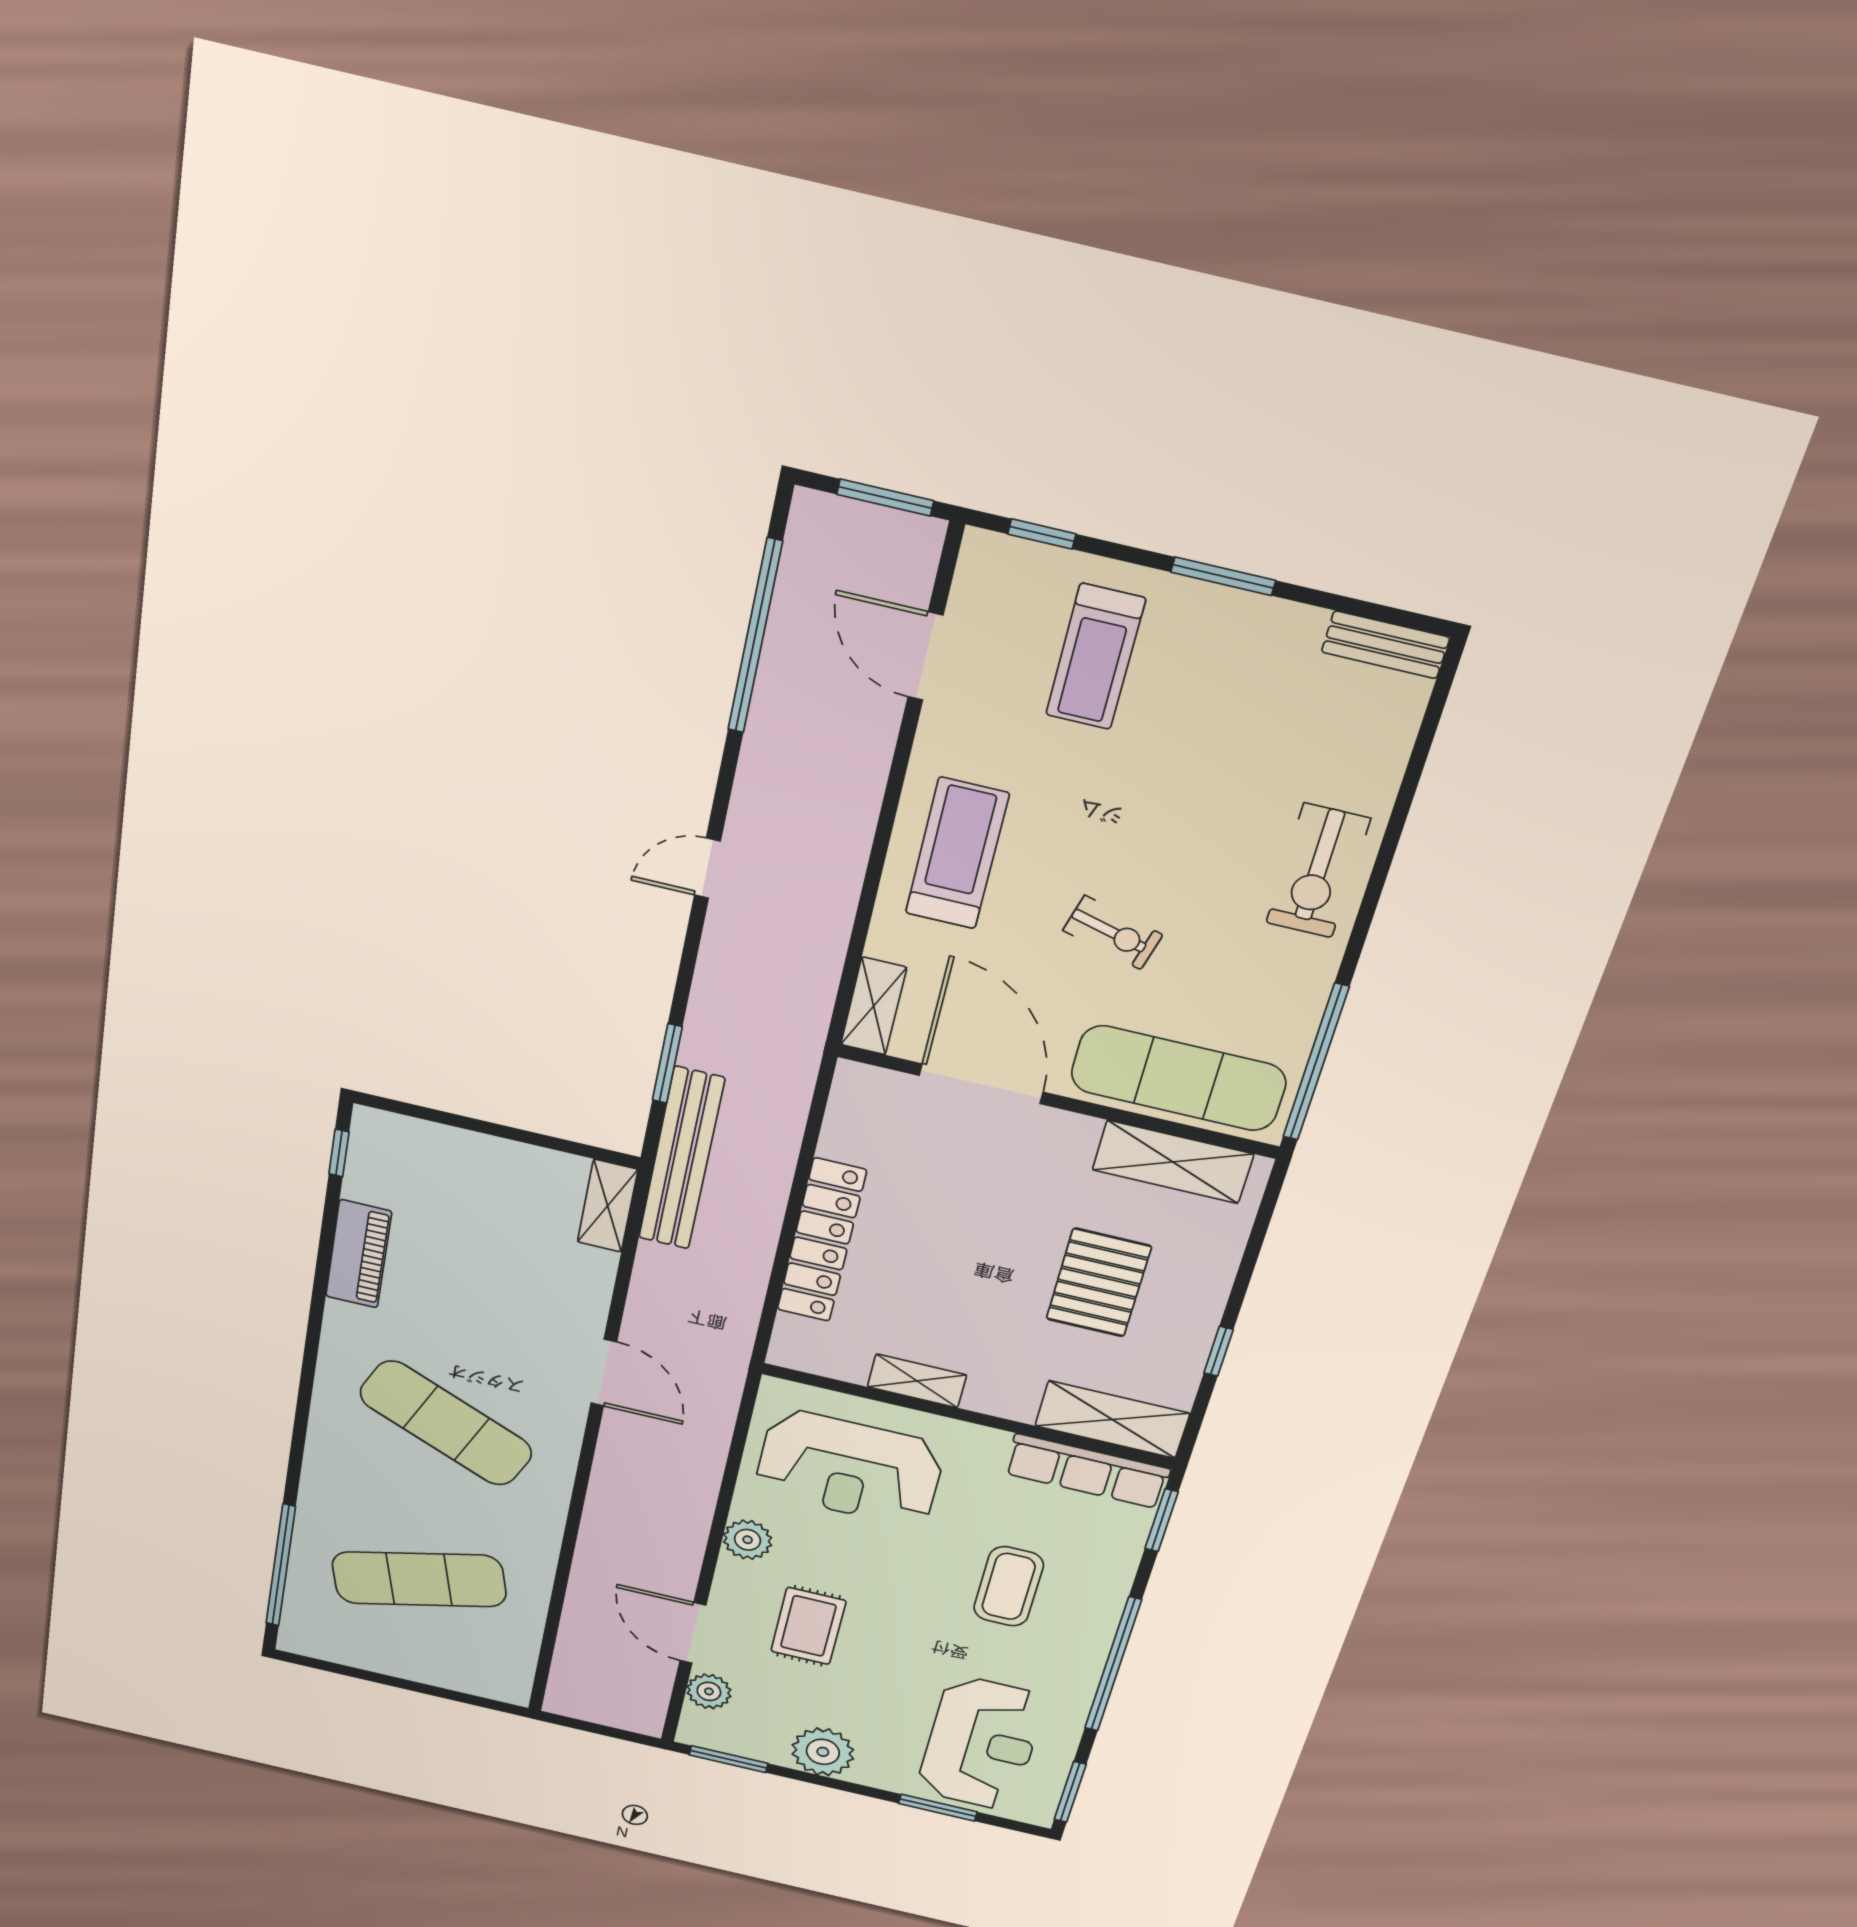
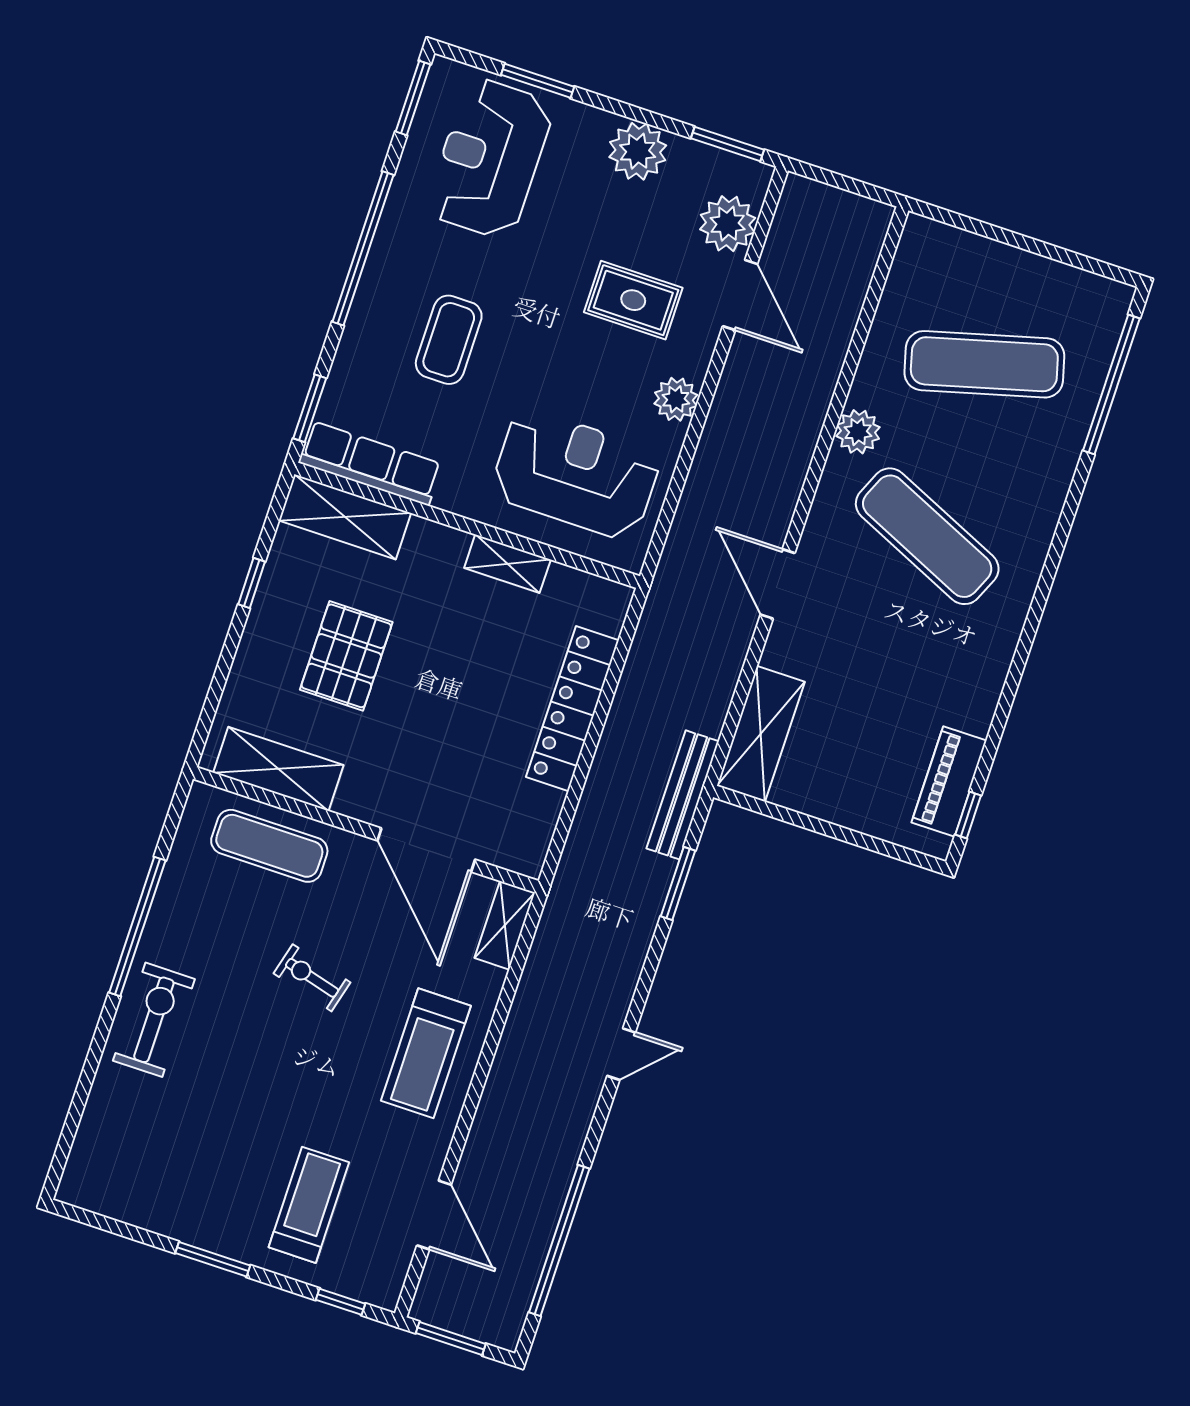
bench: (1385, 645) -> (99, 1198), removed
window: (1316, 1062) -> (137, 927), moved
exercise mat: (1178, 1078) -> (269, 846), width x0.73, depth x0.69
bench: (681, 1159) -> (683, 795), width x0.73, depth x0.82
shelving: (608, 1206) -> (761, 734), width x1.50, depth x1.33
piano: (359, 1254) -> (949, 782), moved
plant: (542, 1516) -> (858, 432), added
rug: (808, 1626) -> (633, 300), turned 90
plant: (709, 1691) -> (728, 224), width x1.36, depth x1.36

